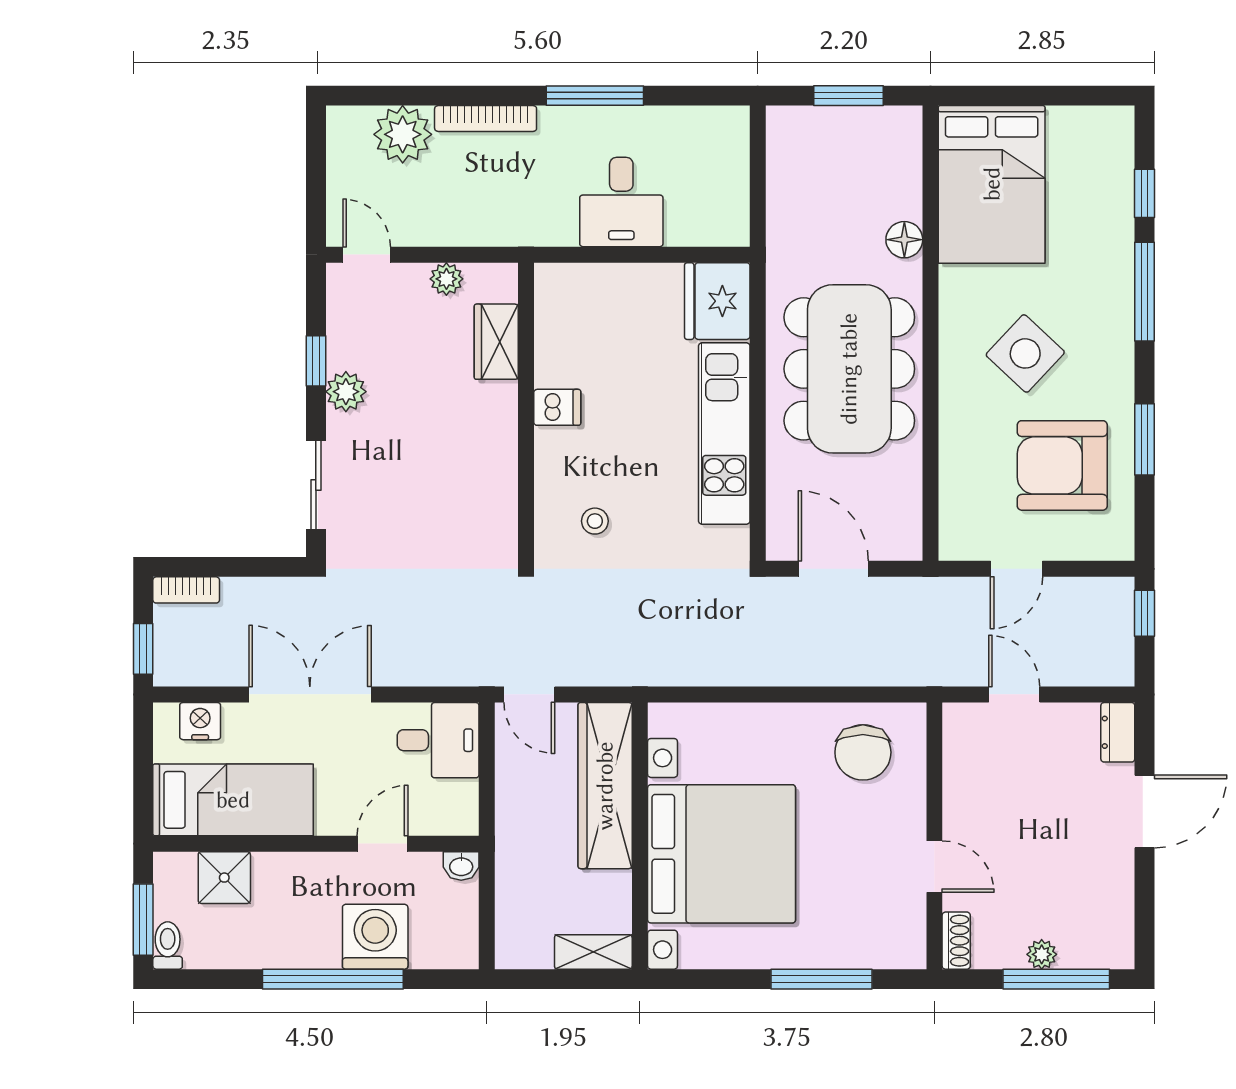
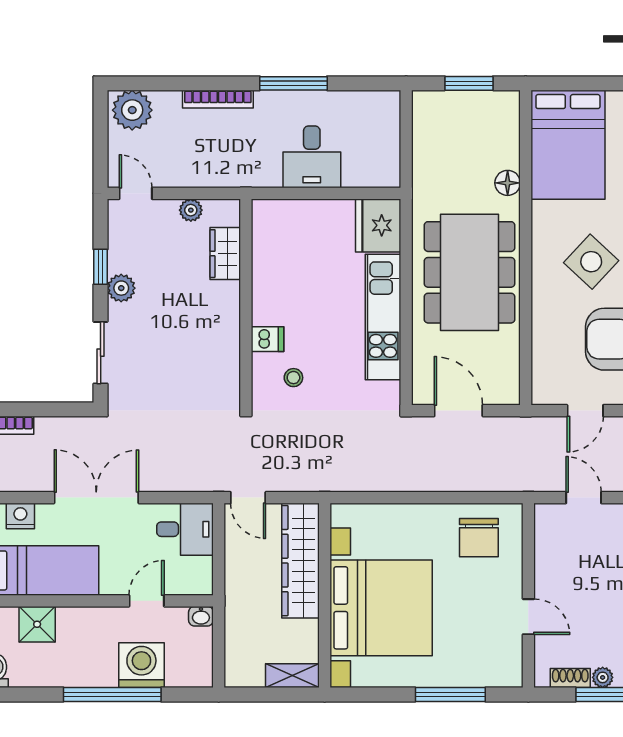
plant: (403, 134) -> (132, 110), moved
dishwasher: (557, 407) -> (267, 339), moved
shoe rack: (956, 941) -> (570, 678), moved, turned -90

